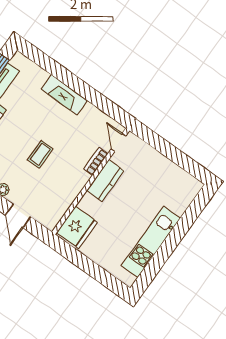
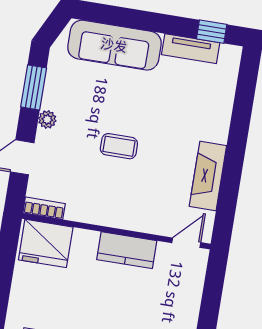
fireplace: (64, 95) -> (208, 176), moved
bookcase: (96, 161) -> (44, 208), moved

